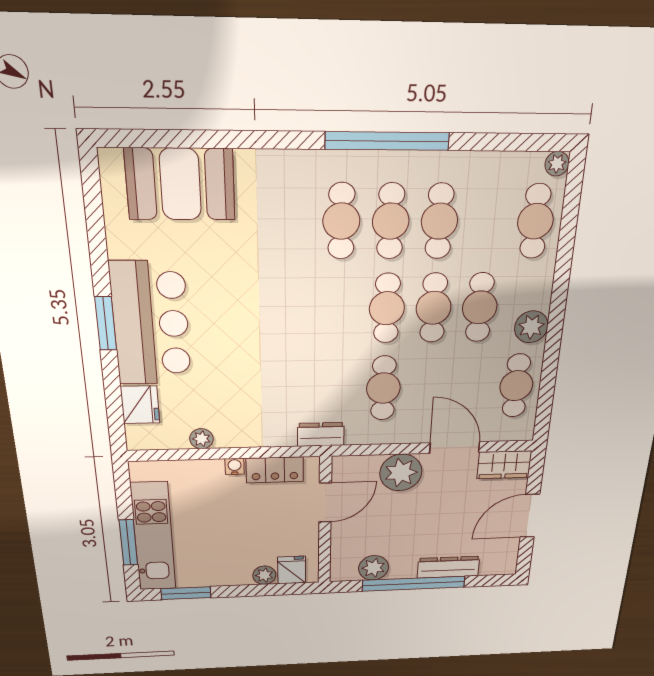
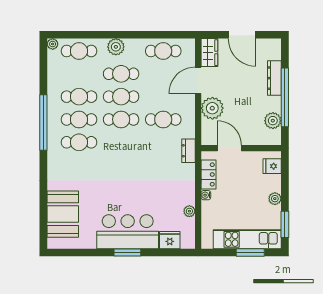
plant: (531, 327) -> (116, 47), moved
plant: (264, 575) -> (275, 199), moved

